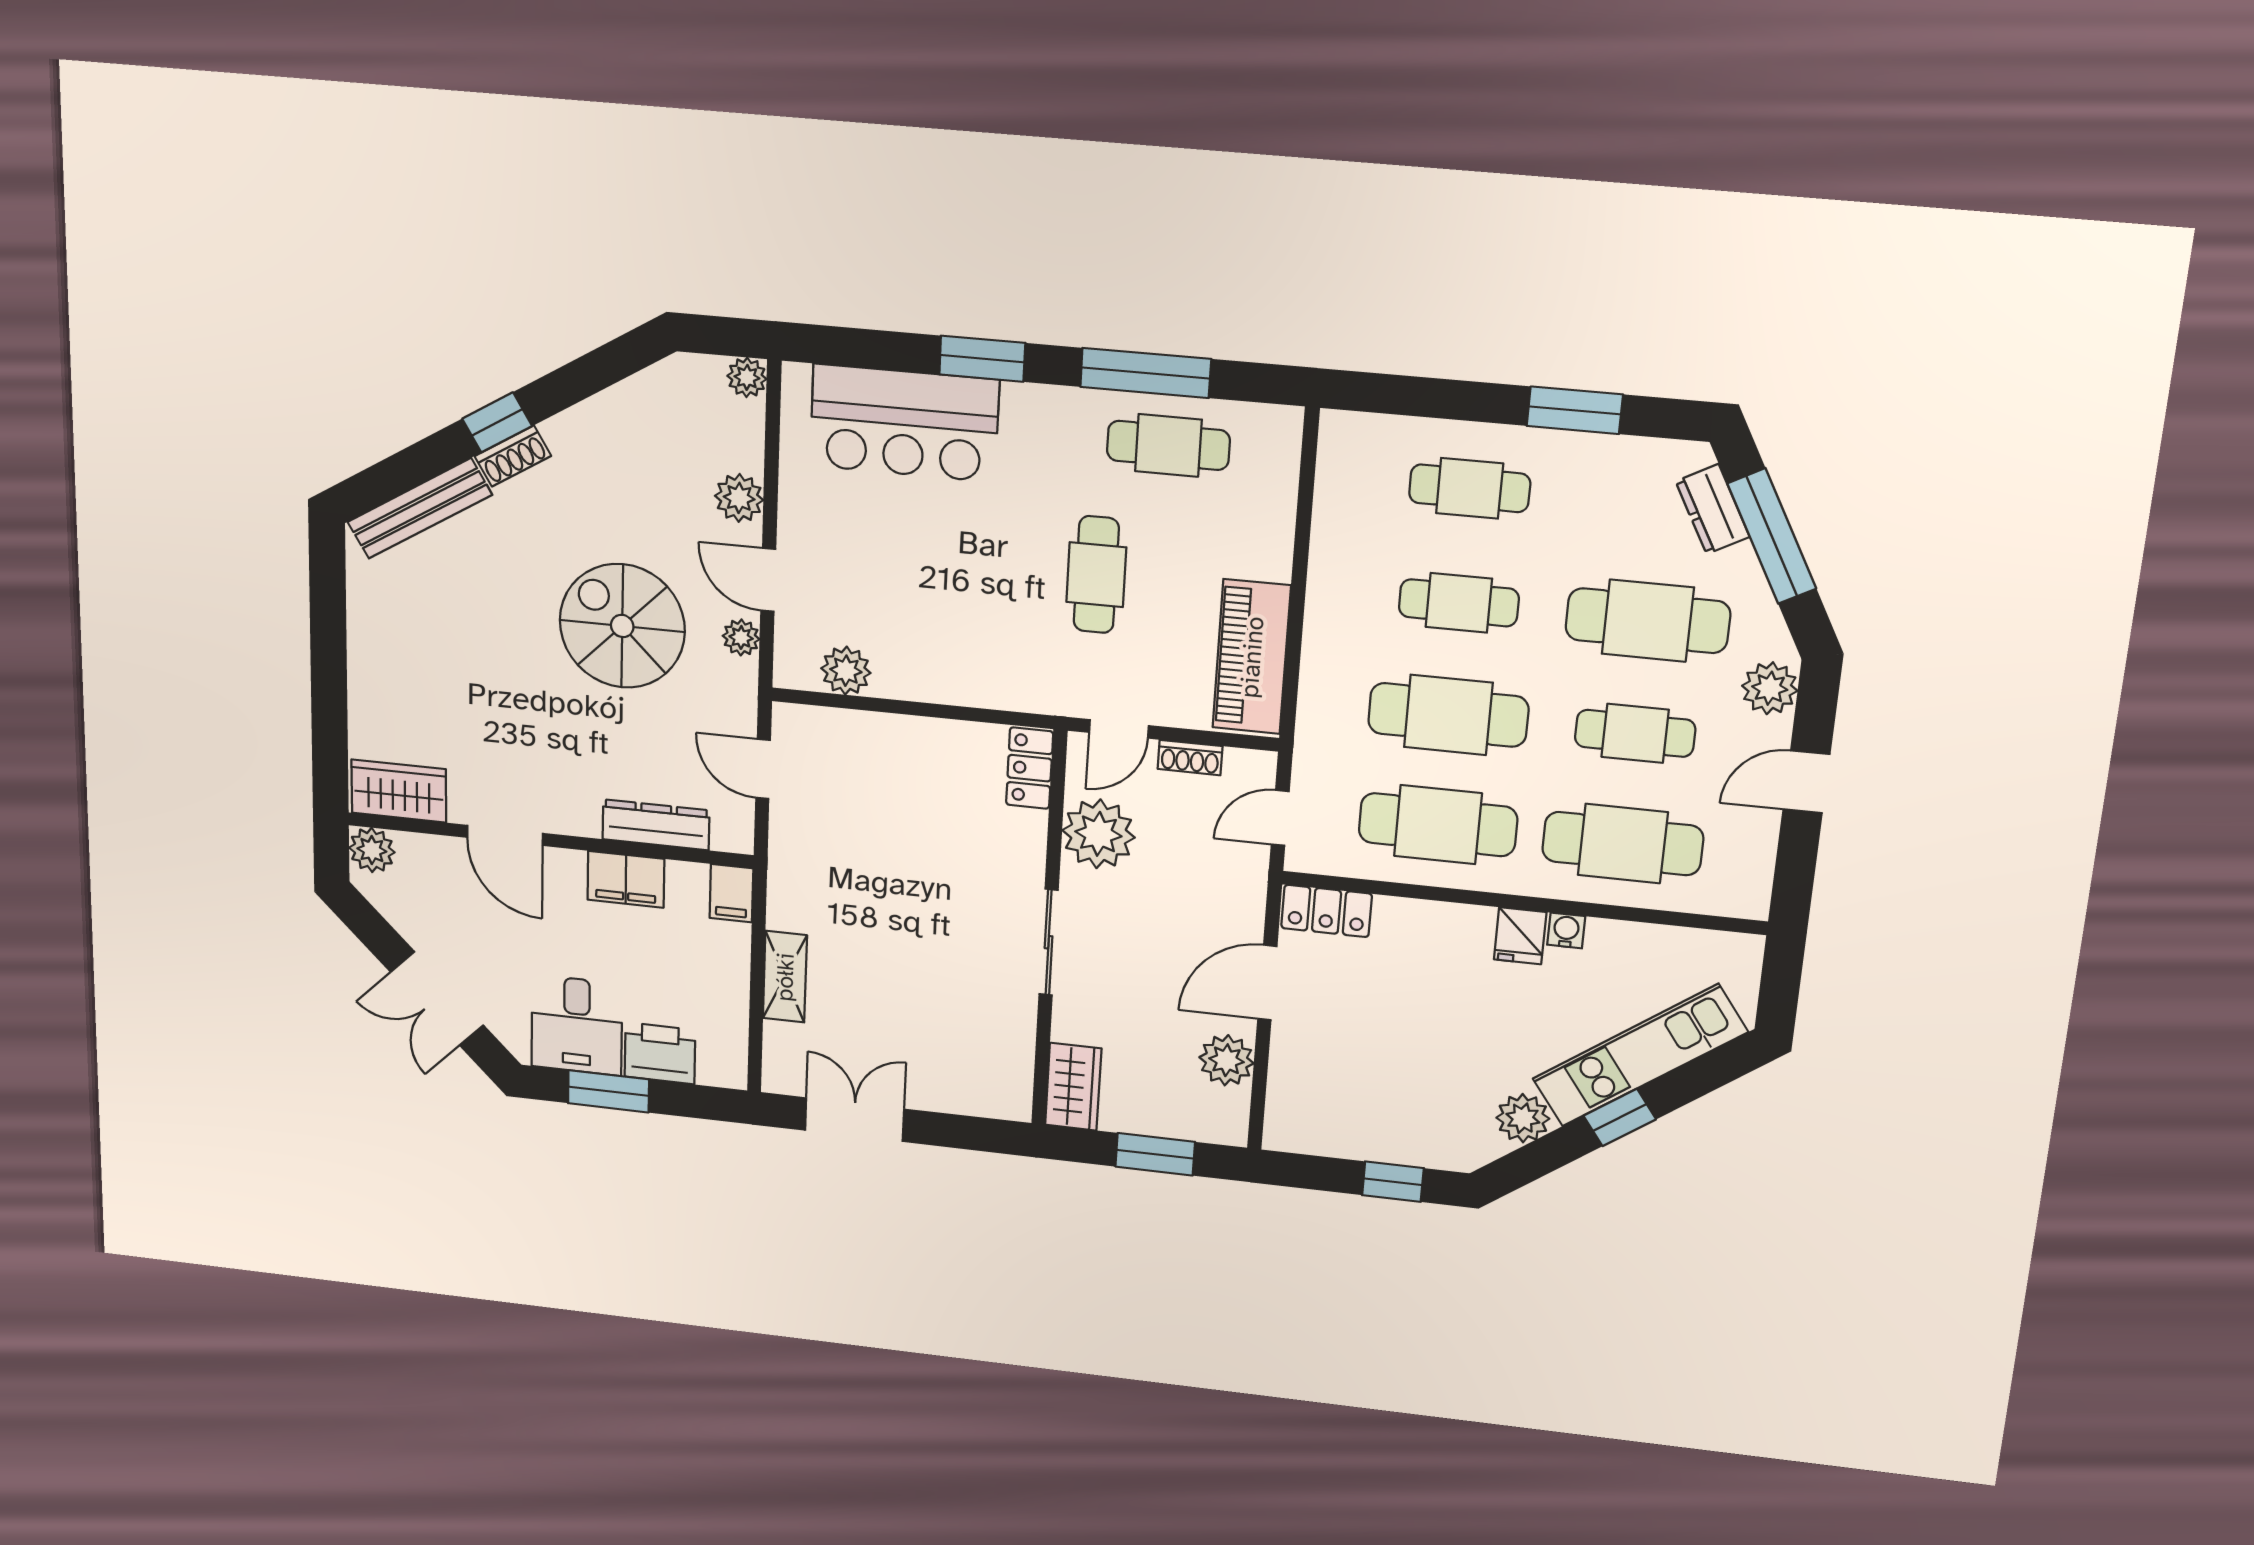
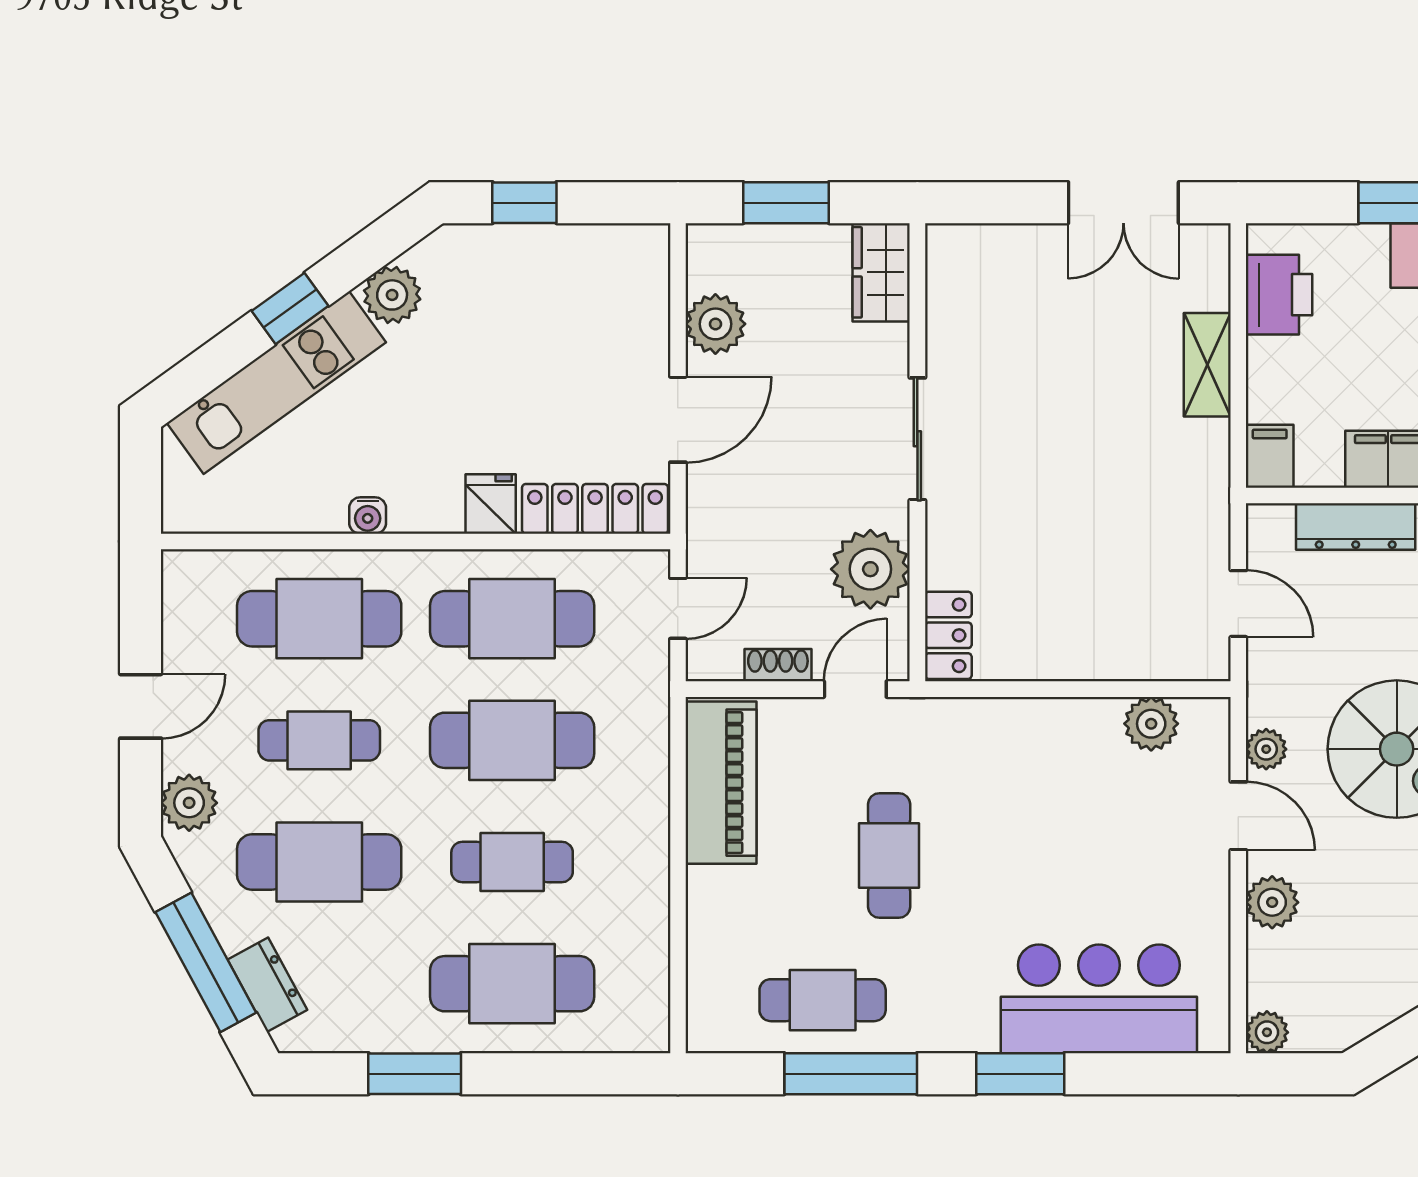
cafe table: (1470, 488) -> (512, 984), width x1.37, depth x1.35
locker: (1327, 911) -> (595, 509), width x1.53
fridge: (1520, 936) -> (491, 504), moved
printer: (660, 1053) -> (1279, 295), moved, turned -90

